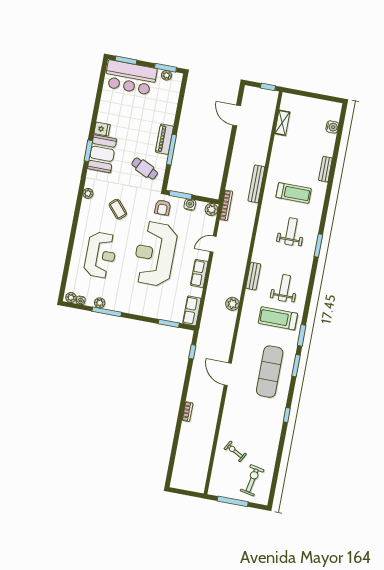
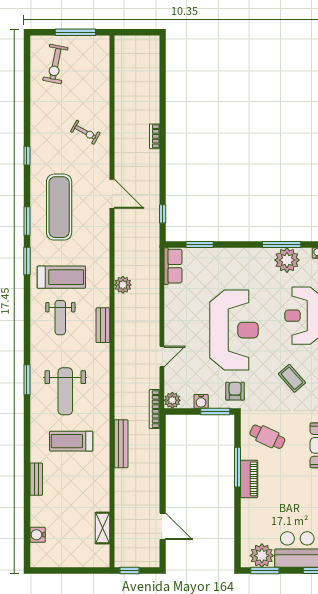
plant: (167, 75) -> (262, 556), width x1.87, depth x1.87
weight bench: (291, 231) -> (65, 391), width x1.36, depth x1.33
row of seats: (199, 273) -> (173, 316), removed
plant: (100, 303) -> (287, 260), width x1.87, depth x1.87
exercise bike: (235, 451) -> (85, 132), moved

